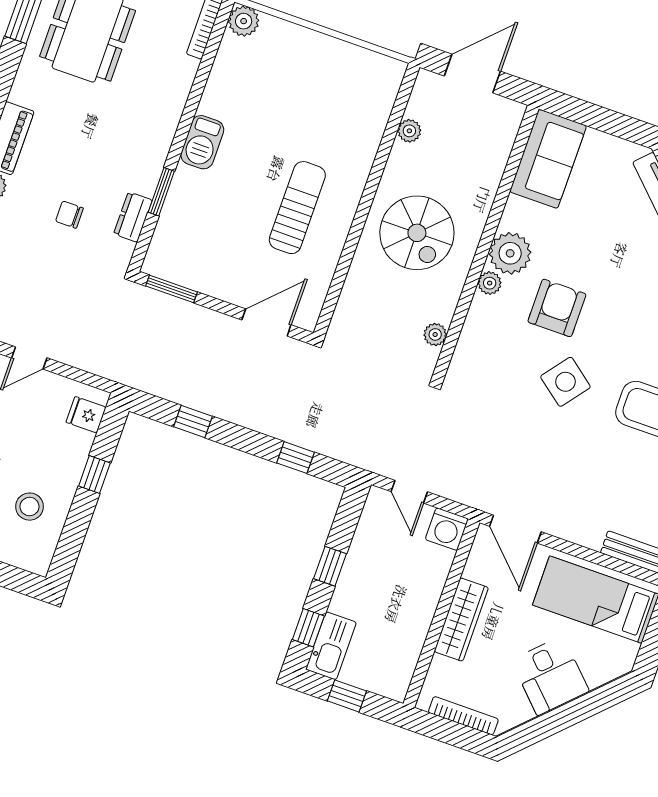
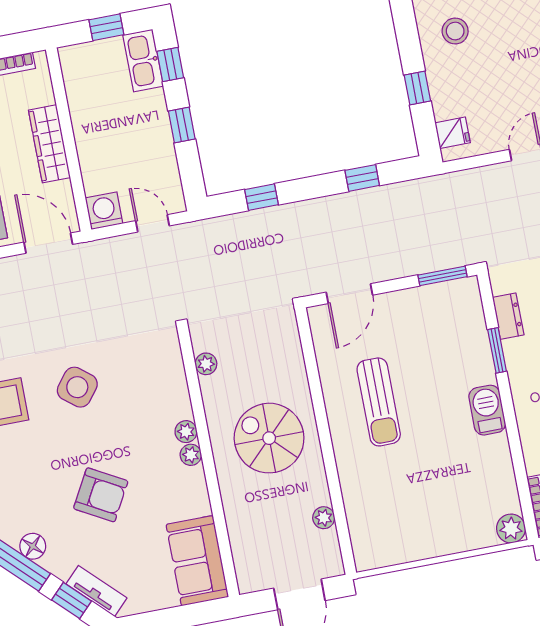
plant: (510, 253) -> (191, 455), width x0.53, depth x0.53
armchair: (557, 308) -> (101, 495), moved, turned -61

